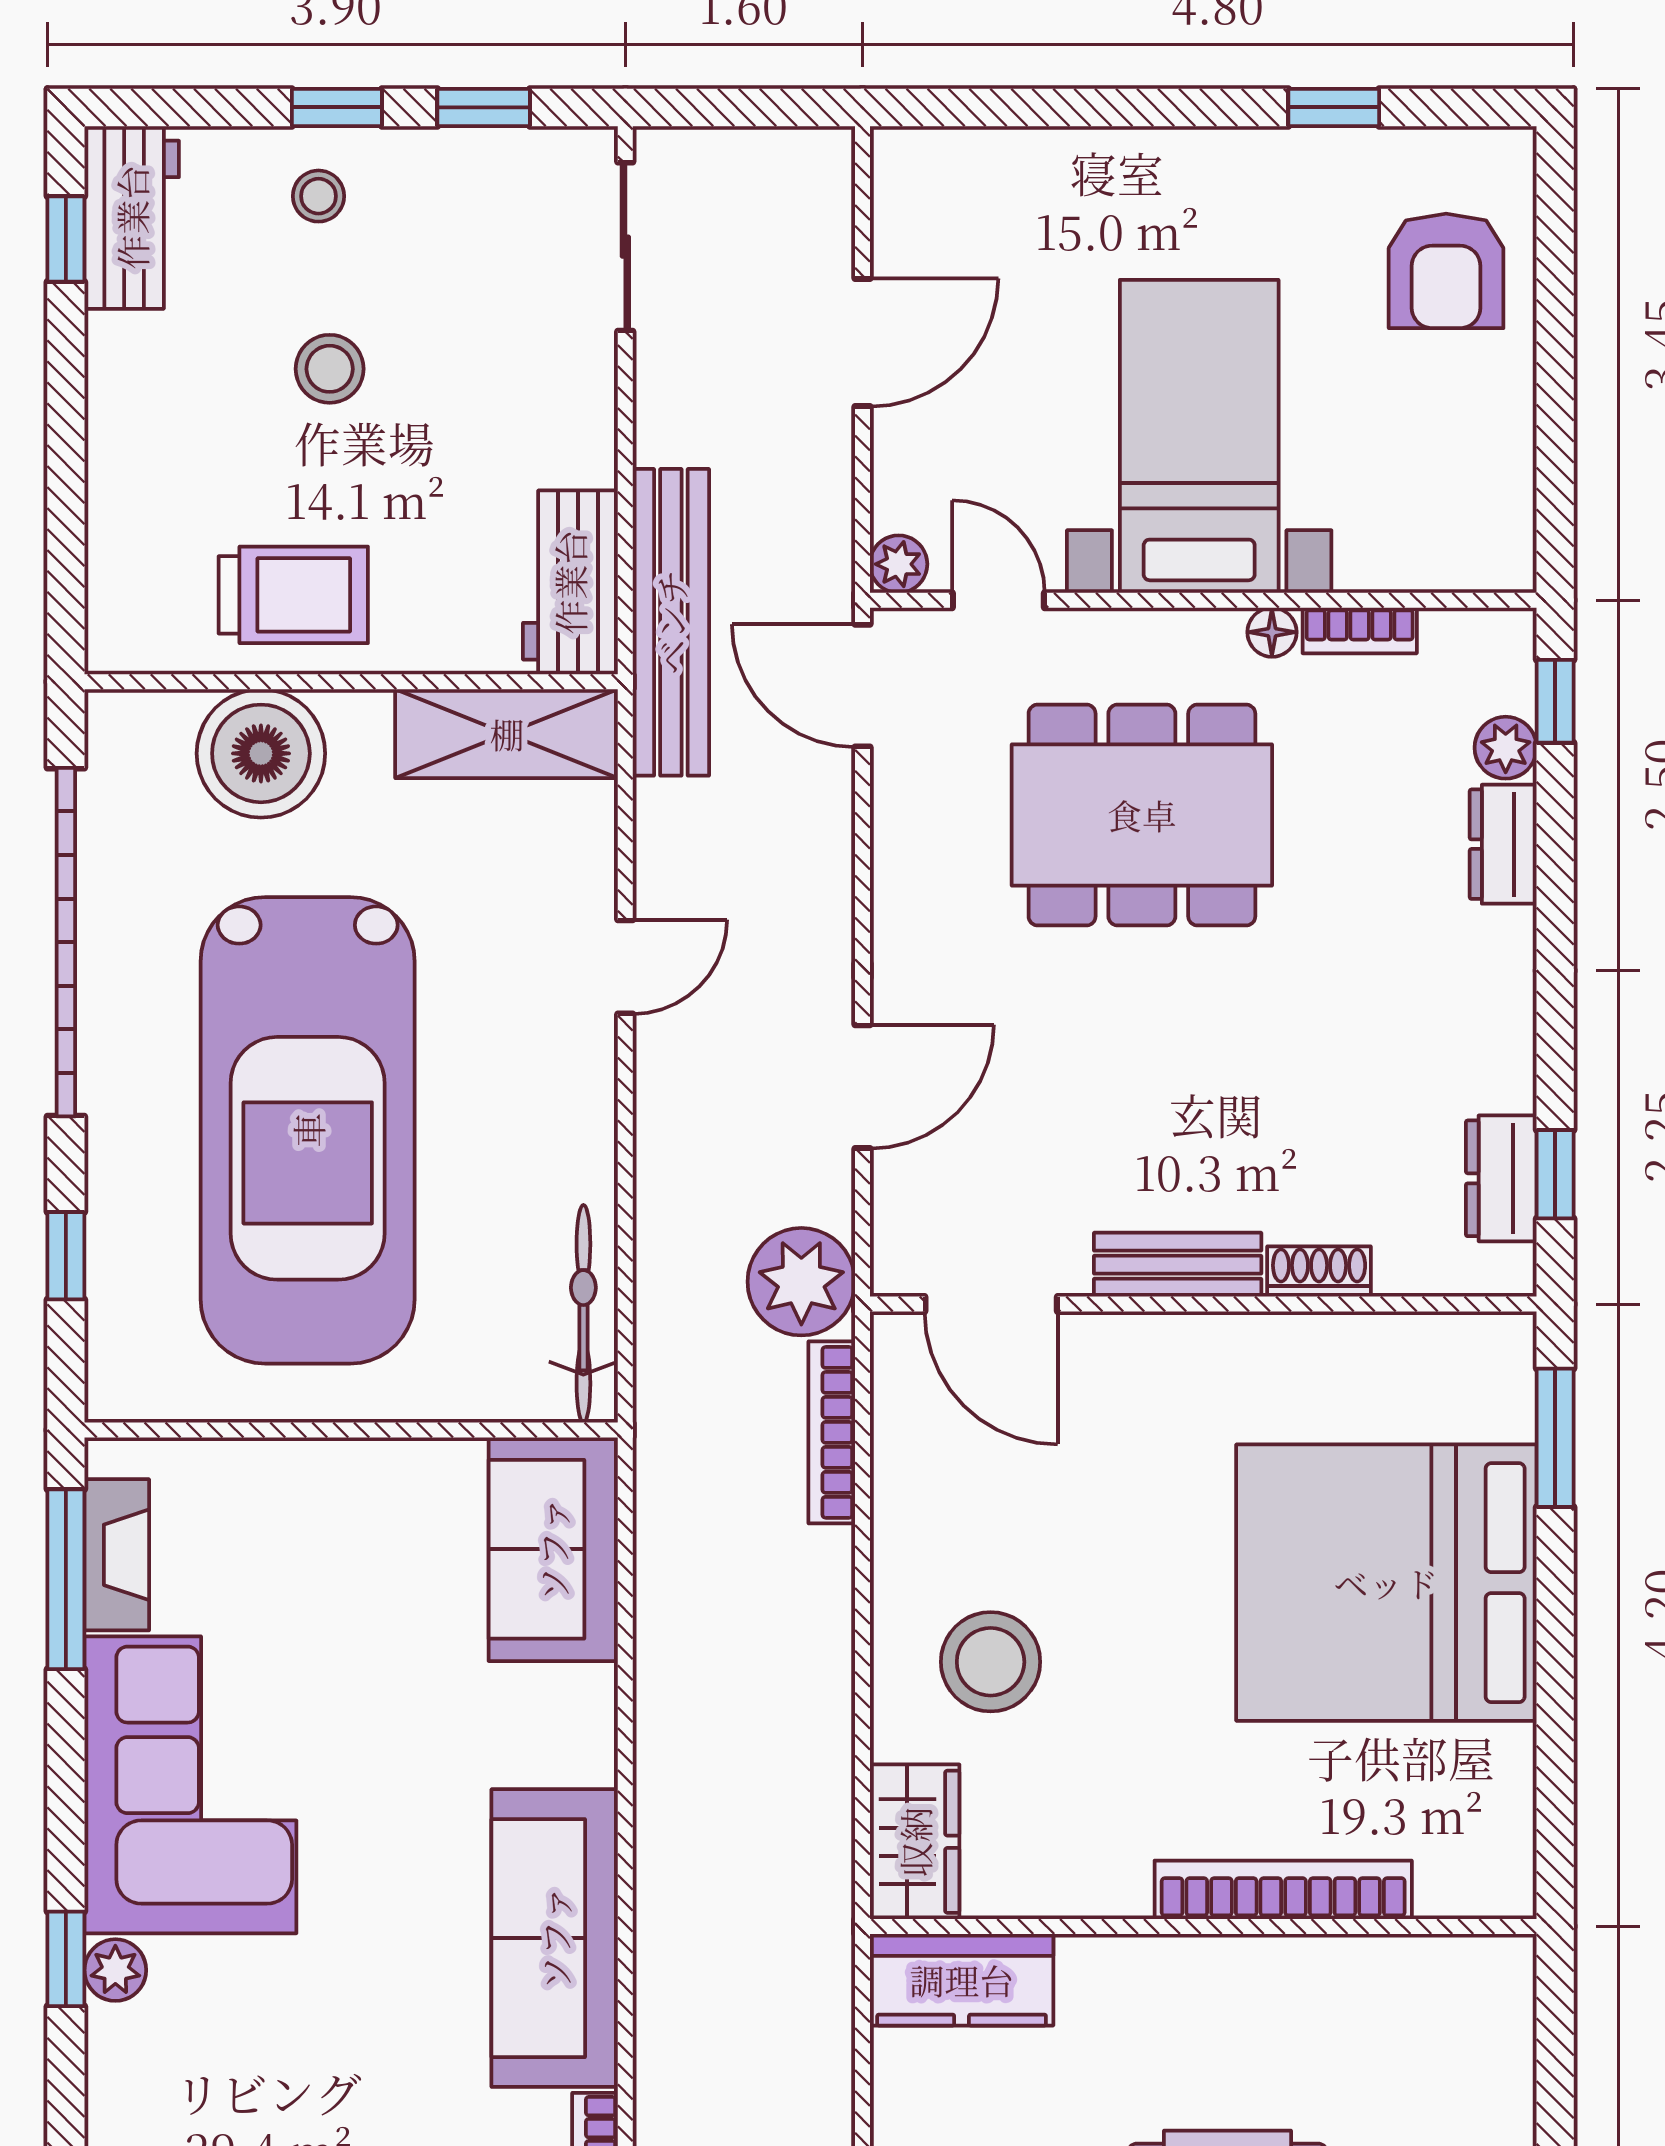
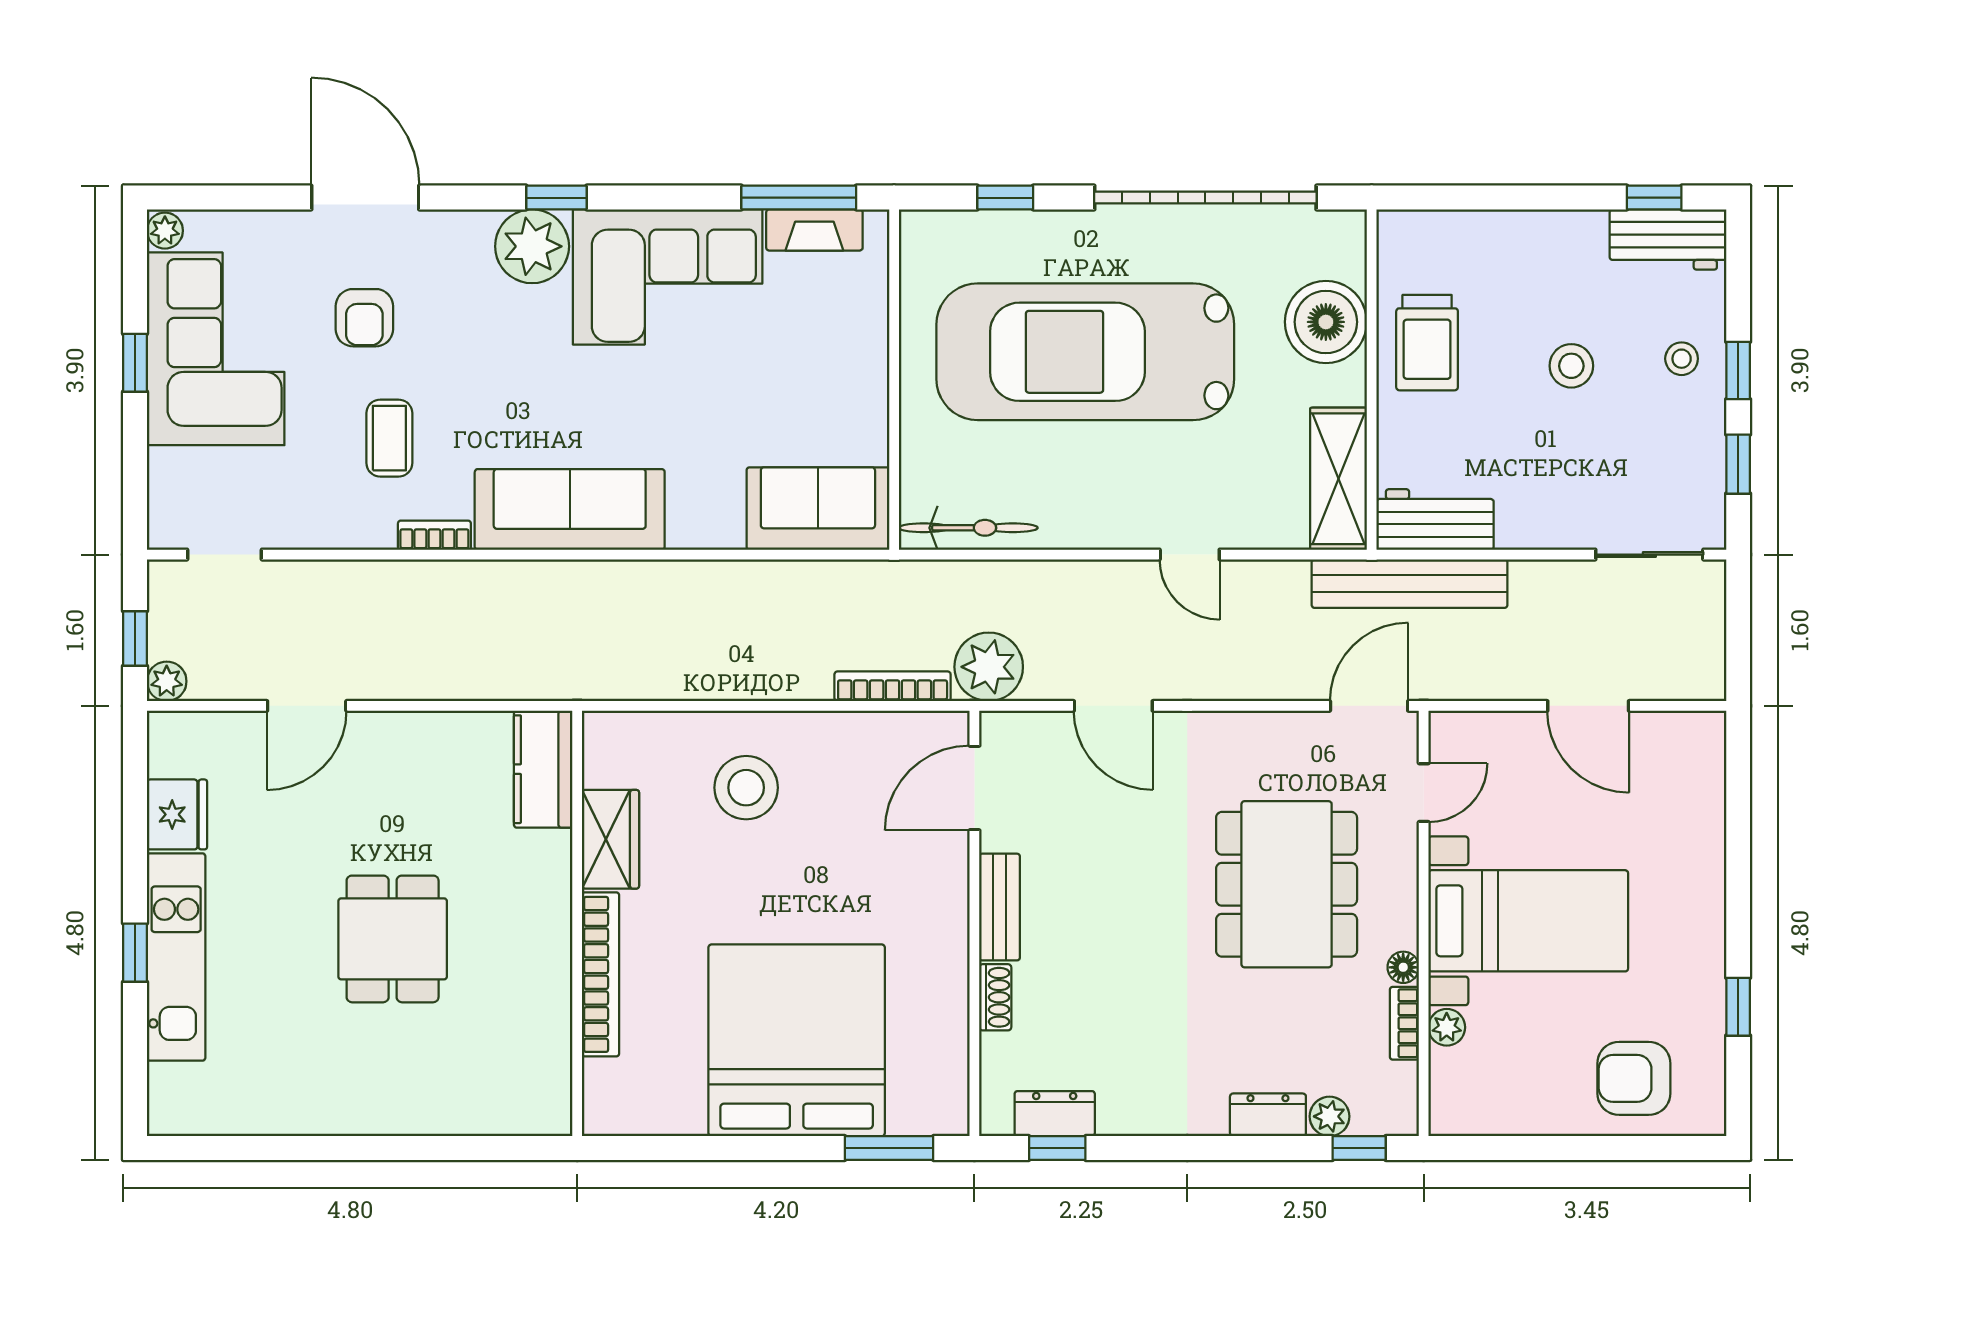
plant: (899, 564) -> (1447, 1027), moved
wardrobe: (915, 1842) -> (611, 839), moved, turned -90
plant: (115, 1970) -> (532, 246), width x1.88, depth x1.88

